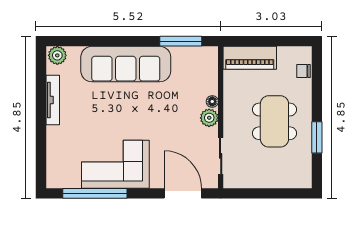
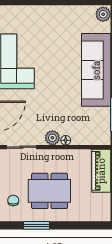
chair: (303, 71) -> (13, 200), moved
tv unit: (53, 100) -> (67, 10), removed

